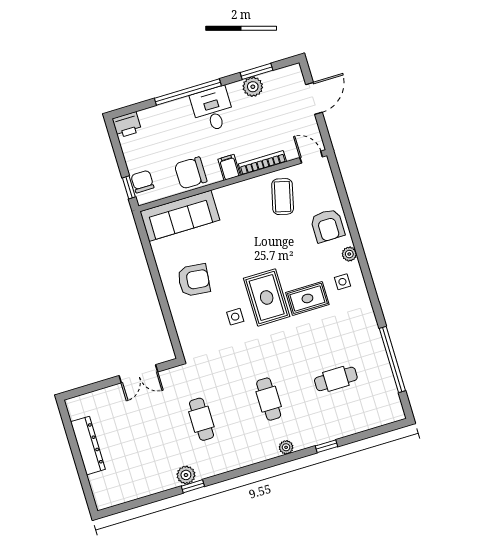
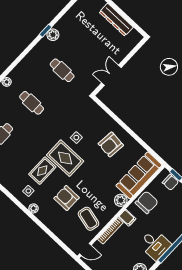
plant: (224, 196) -> (121, 200), added
armchair: (328, 226) -> (67, 198), moved

